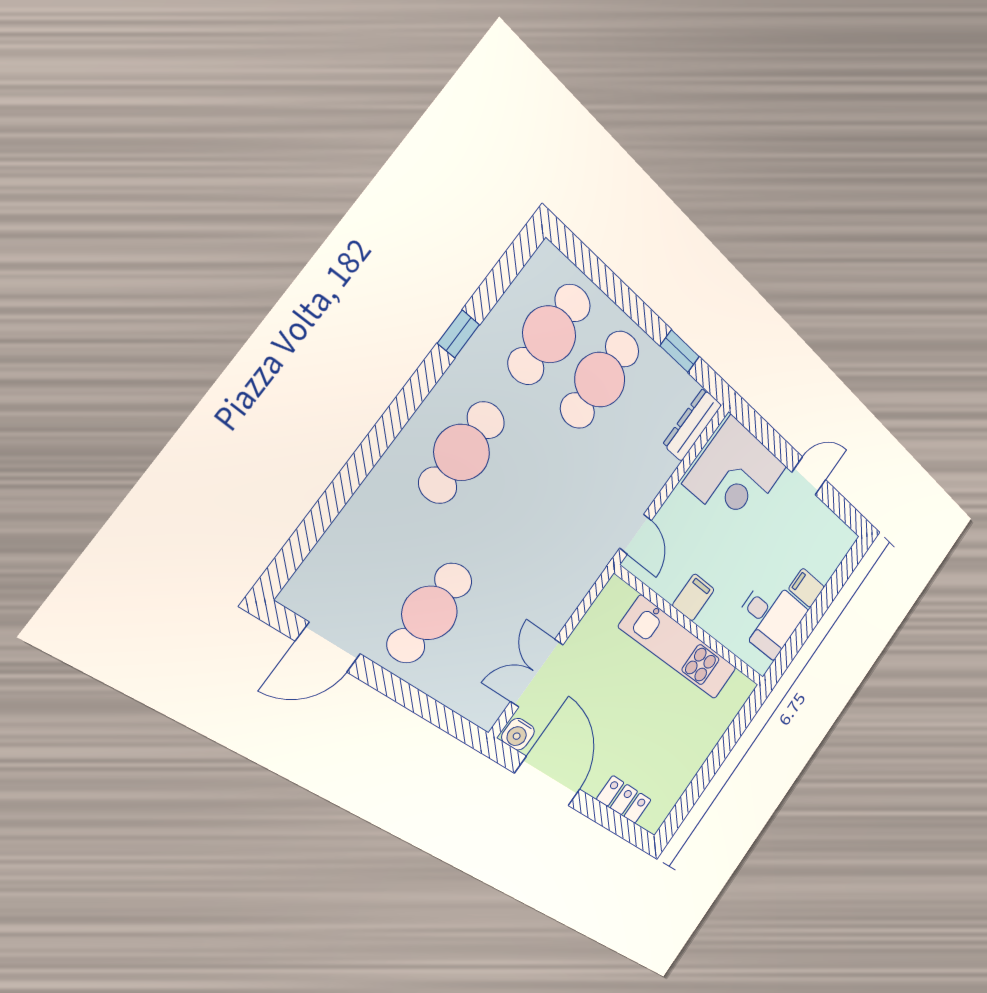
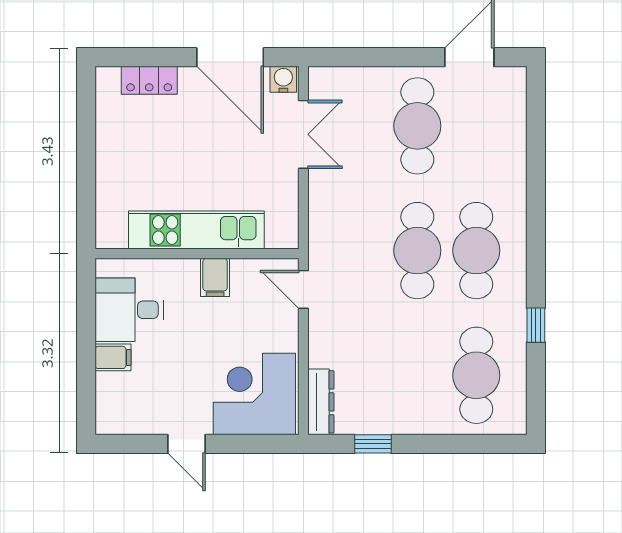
cafe table: (600, 380) -> (417, 251), moved
door: (809, 476) -> (186, 444), hinge flipped

